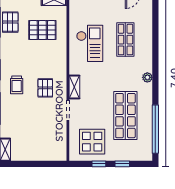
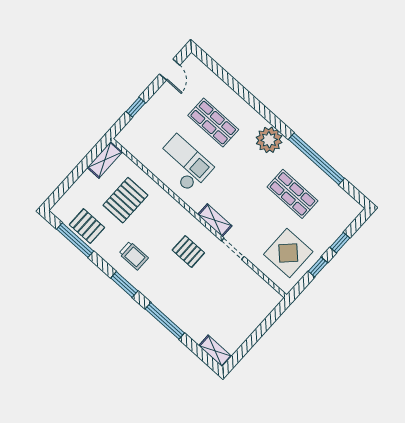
plant: (147, 77) -> (269, 140), width x1.88, depth x1.88
trolley: (17, 85) -> (134, 256), moved
shop shelf: (125, 116) -> (292, 194), width x0.70, depth x0.74
window: (155, 129) -> (316, 159), moved

